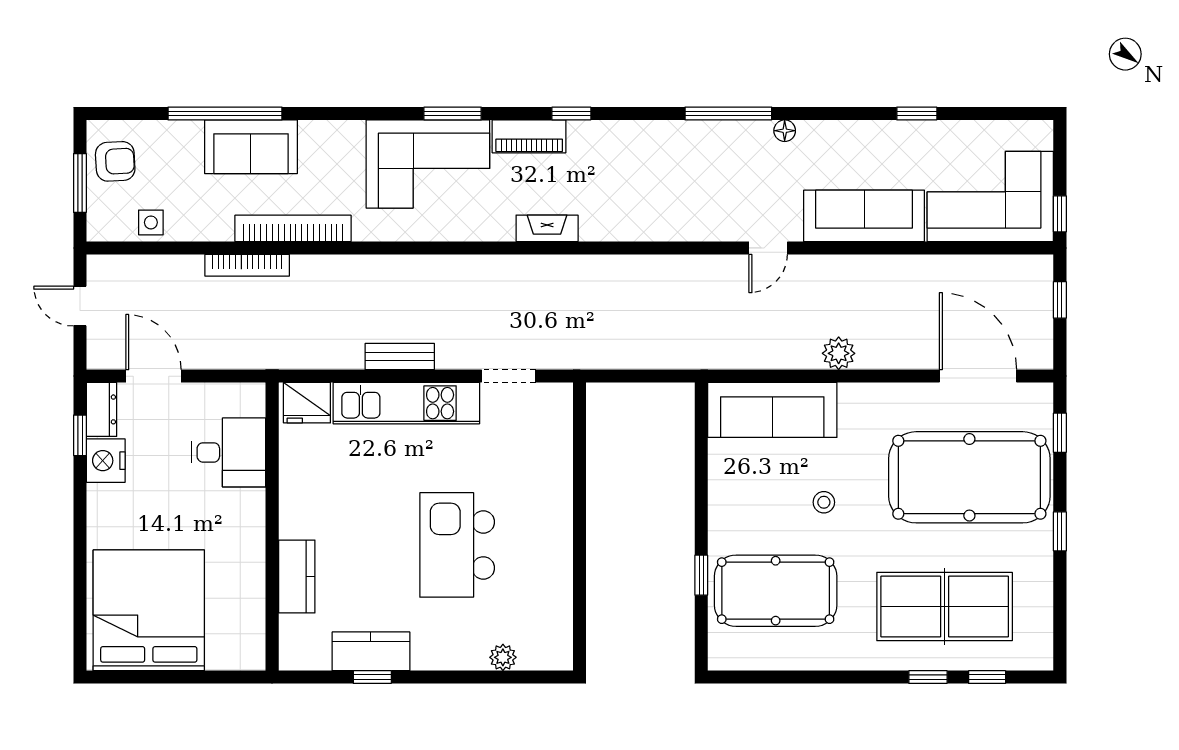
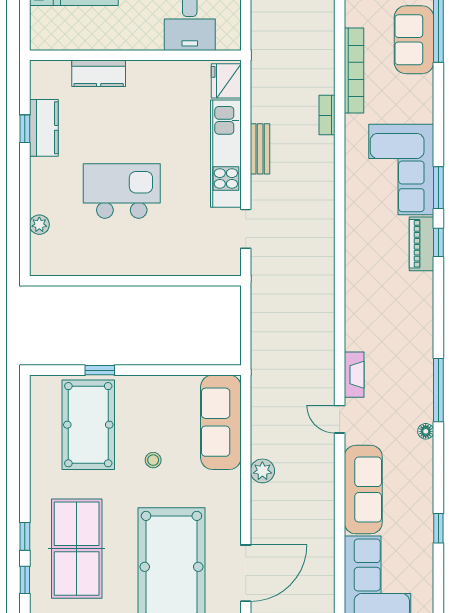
window: (571, 113) -> (438, 242), moved
fireplace: (547, 228) -> (354, 375), moved
bookcase: (247, 265) -> (327, 115), moved, width x0.64

